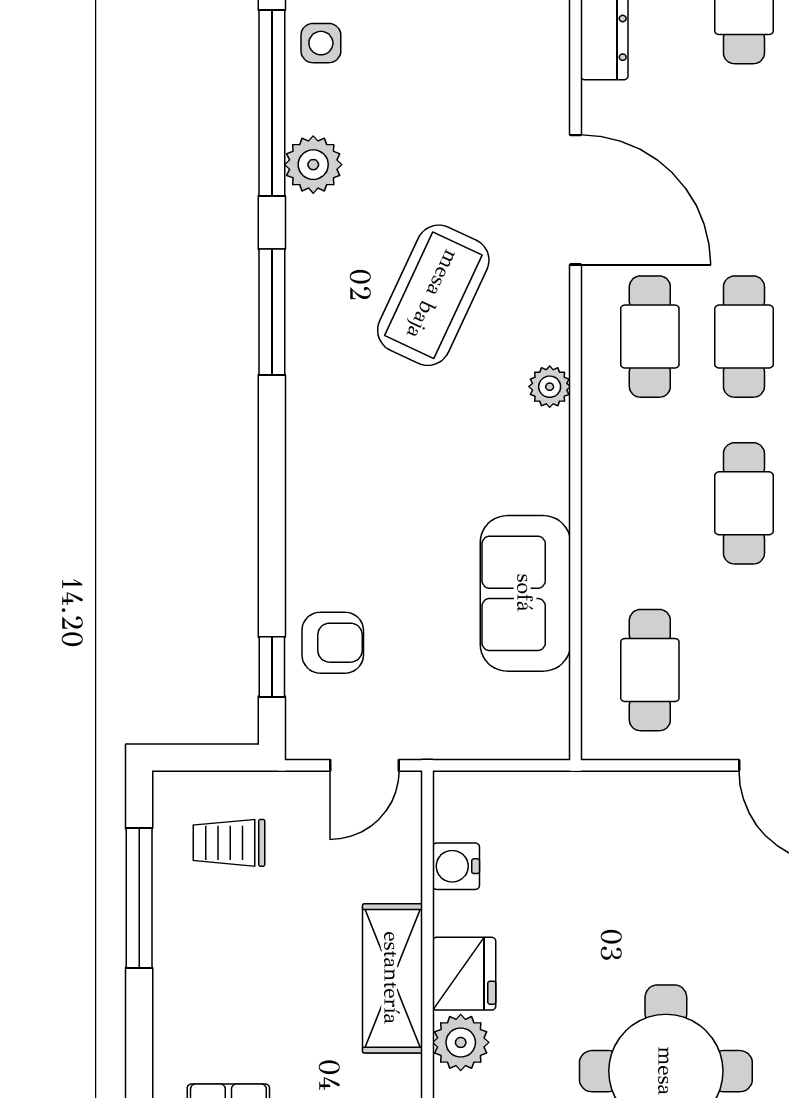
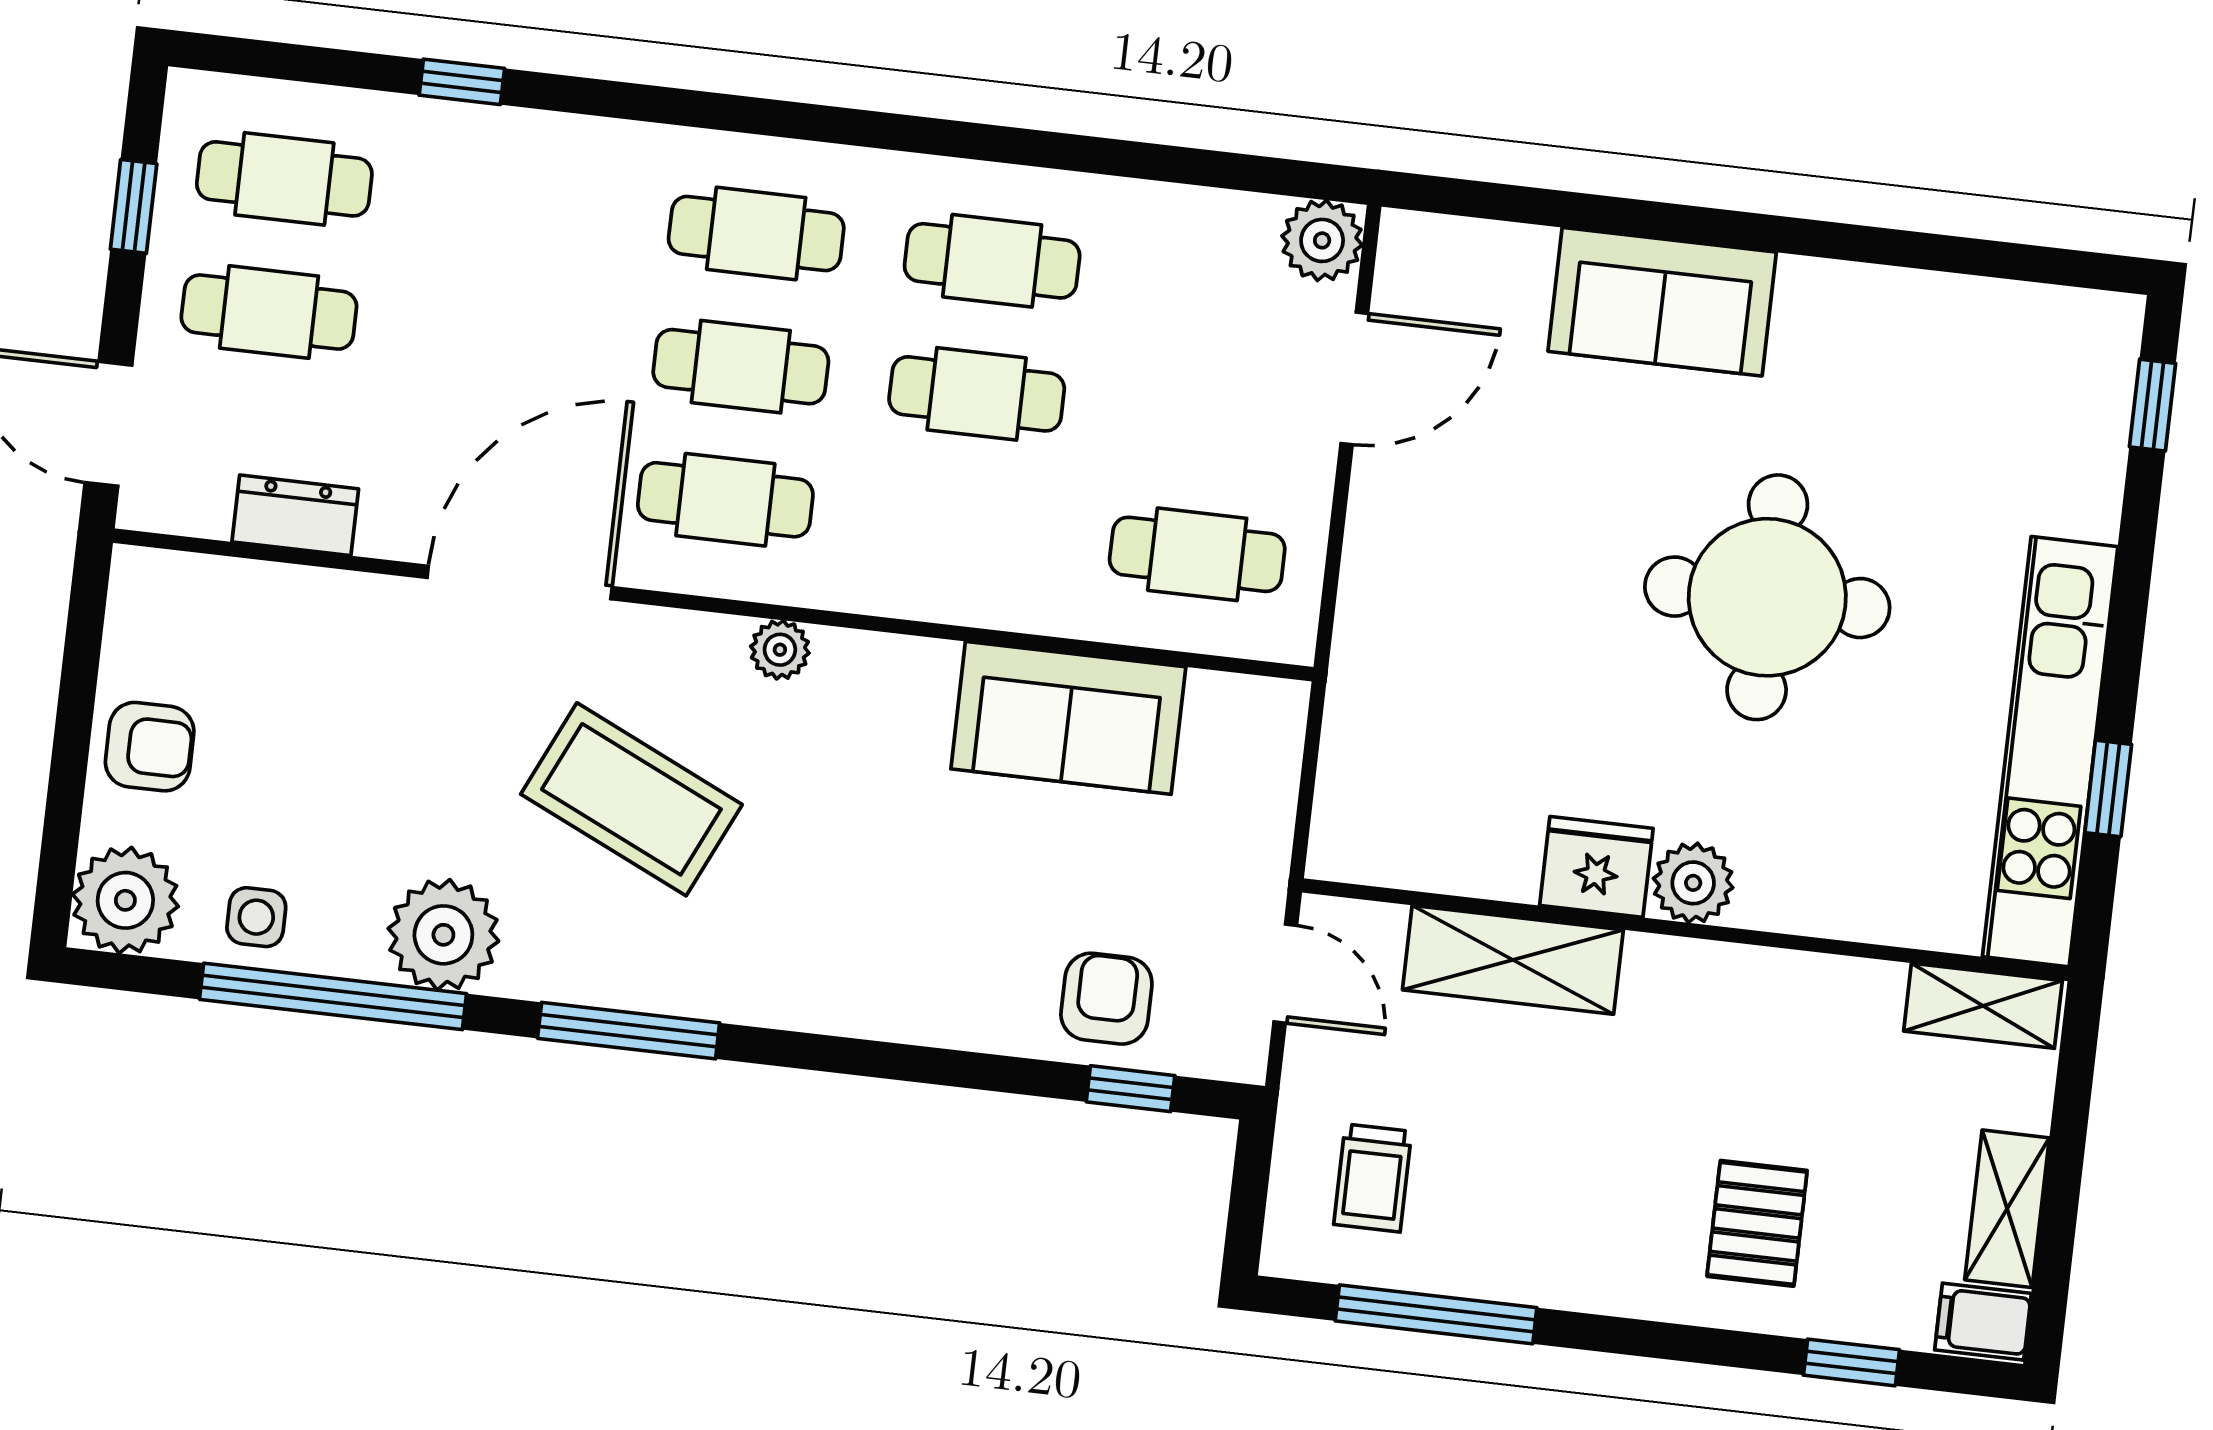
plant: (313, 165) -> (443, 935), width x1.36, depth x1.36
water cooler: (456, 866) -> (1443, 861), removed
shelving: (392, 978) -> (1513, 960), moved

